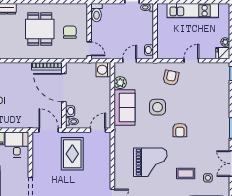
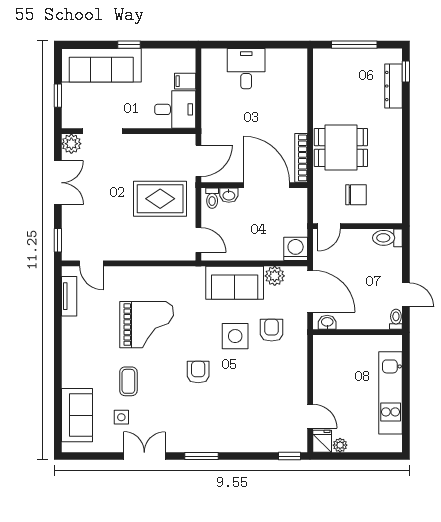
dining table: (40, 29) -> (341, 147), moved
door: (130, 61) -> (310, 291), width x1.87
door: (191, 61) -> (310, 416), moved
armchair: (171, 78) -> (272, 330), moved, turned -102
door: (64, 88) -> (267, 185), hinge flipped
armchair: (180, 130) -> (198, 372), turned 90
grand piano: (150, 162) -> (147, 325), turned -90

